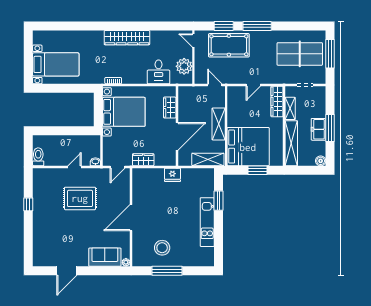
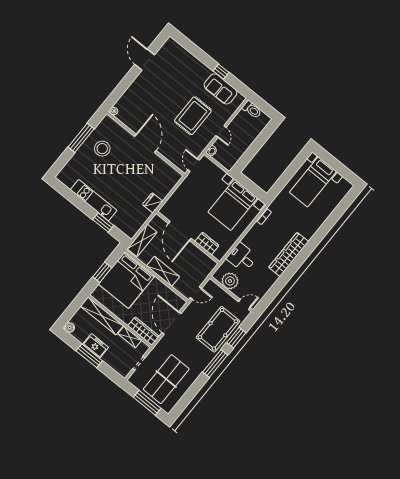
door: (253, 85) -> (172, 323), width x1.87
wardrobe: (143, 160) -> (183, 190), removed
sofa: (105, 257) -> (220, 89), moved, turned 90

